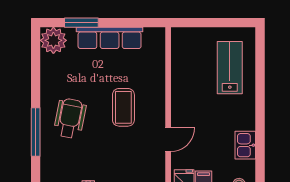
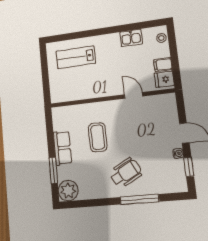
row of seats: (110, 38) -> (62, 148), width x0.68
coffee table: (123, 107) -> (98, 137), moved, turned 90
wheelchair: (70, 118) -> (126, 173), turned 141

